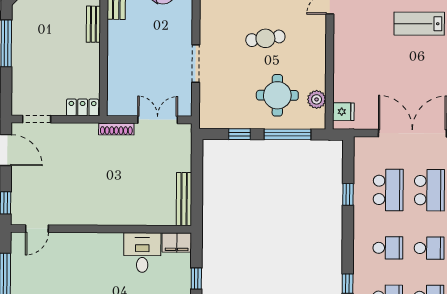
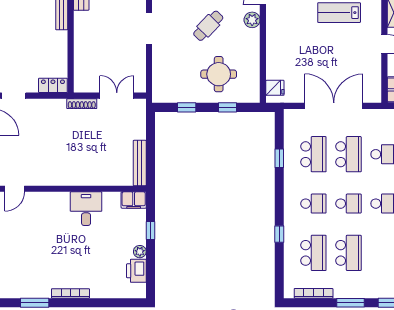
cafe table: (265, 38) -> (208, 26), turned -38
doorway: (196, 63) -> (149, 29), moved
plant: (317, 99) -> (252, 20), moved
window: (287, 134) -> (227, 107), width x0.46
desk: (142, 253) -> (86, 209), moved

